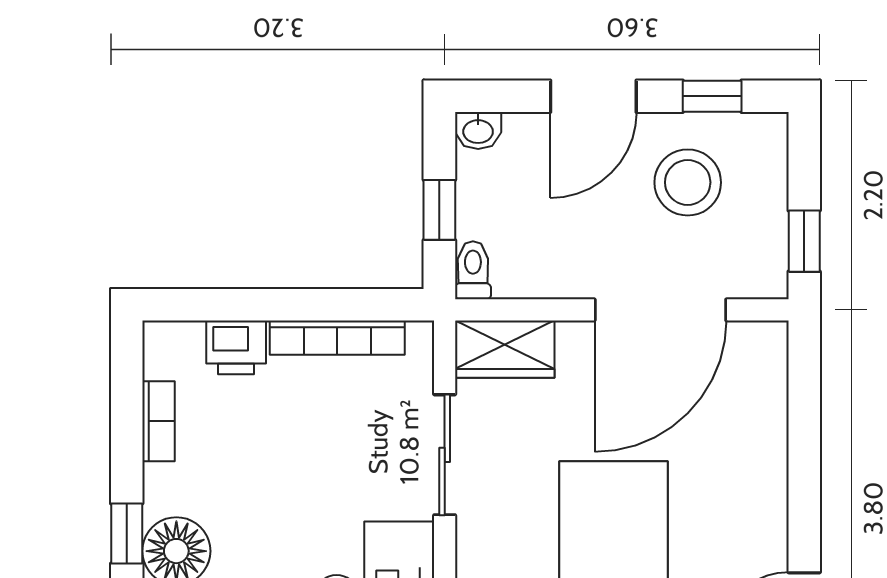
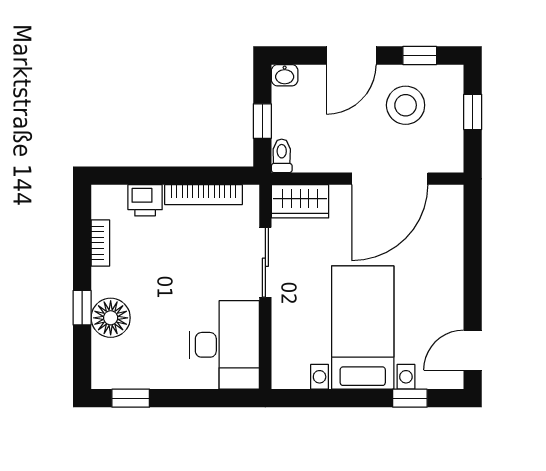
window: (804, 241) -> (473, 112), moved

